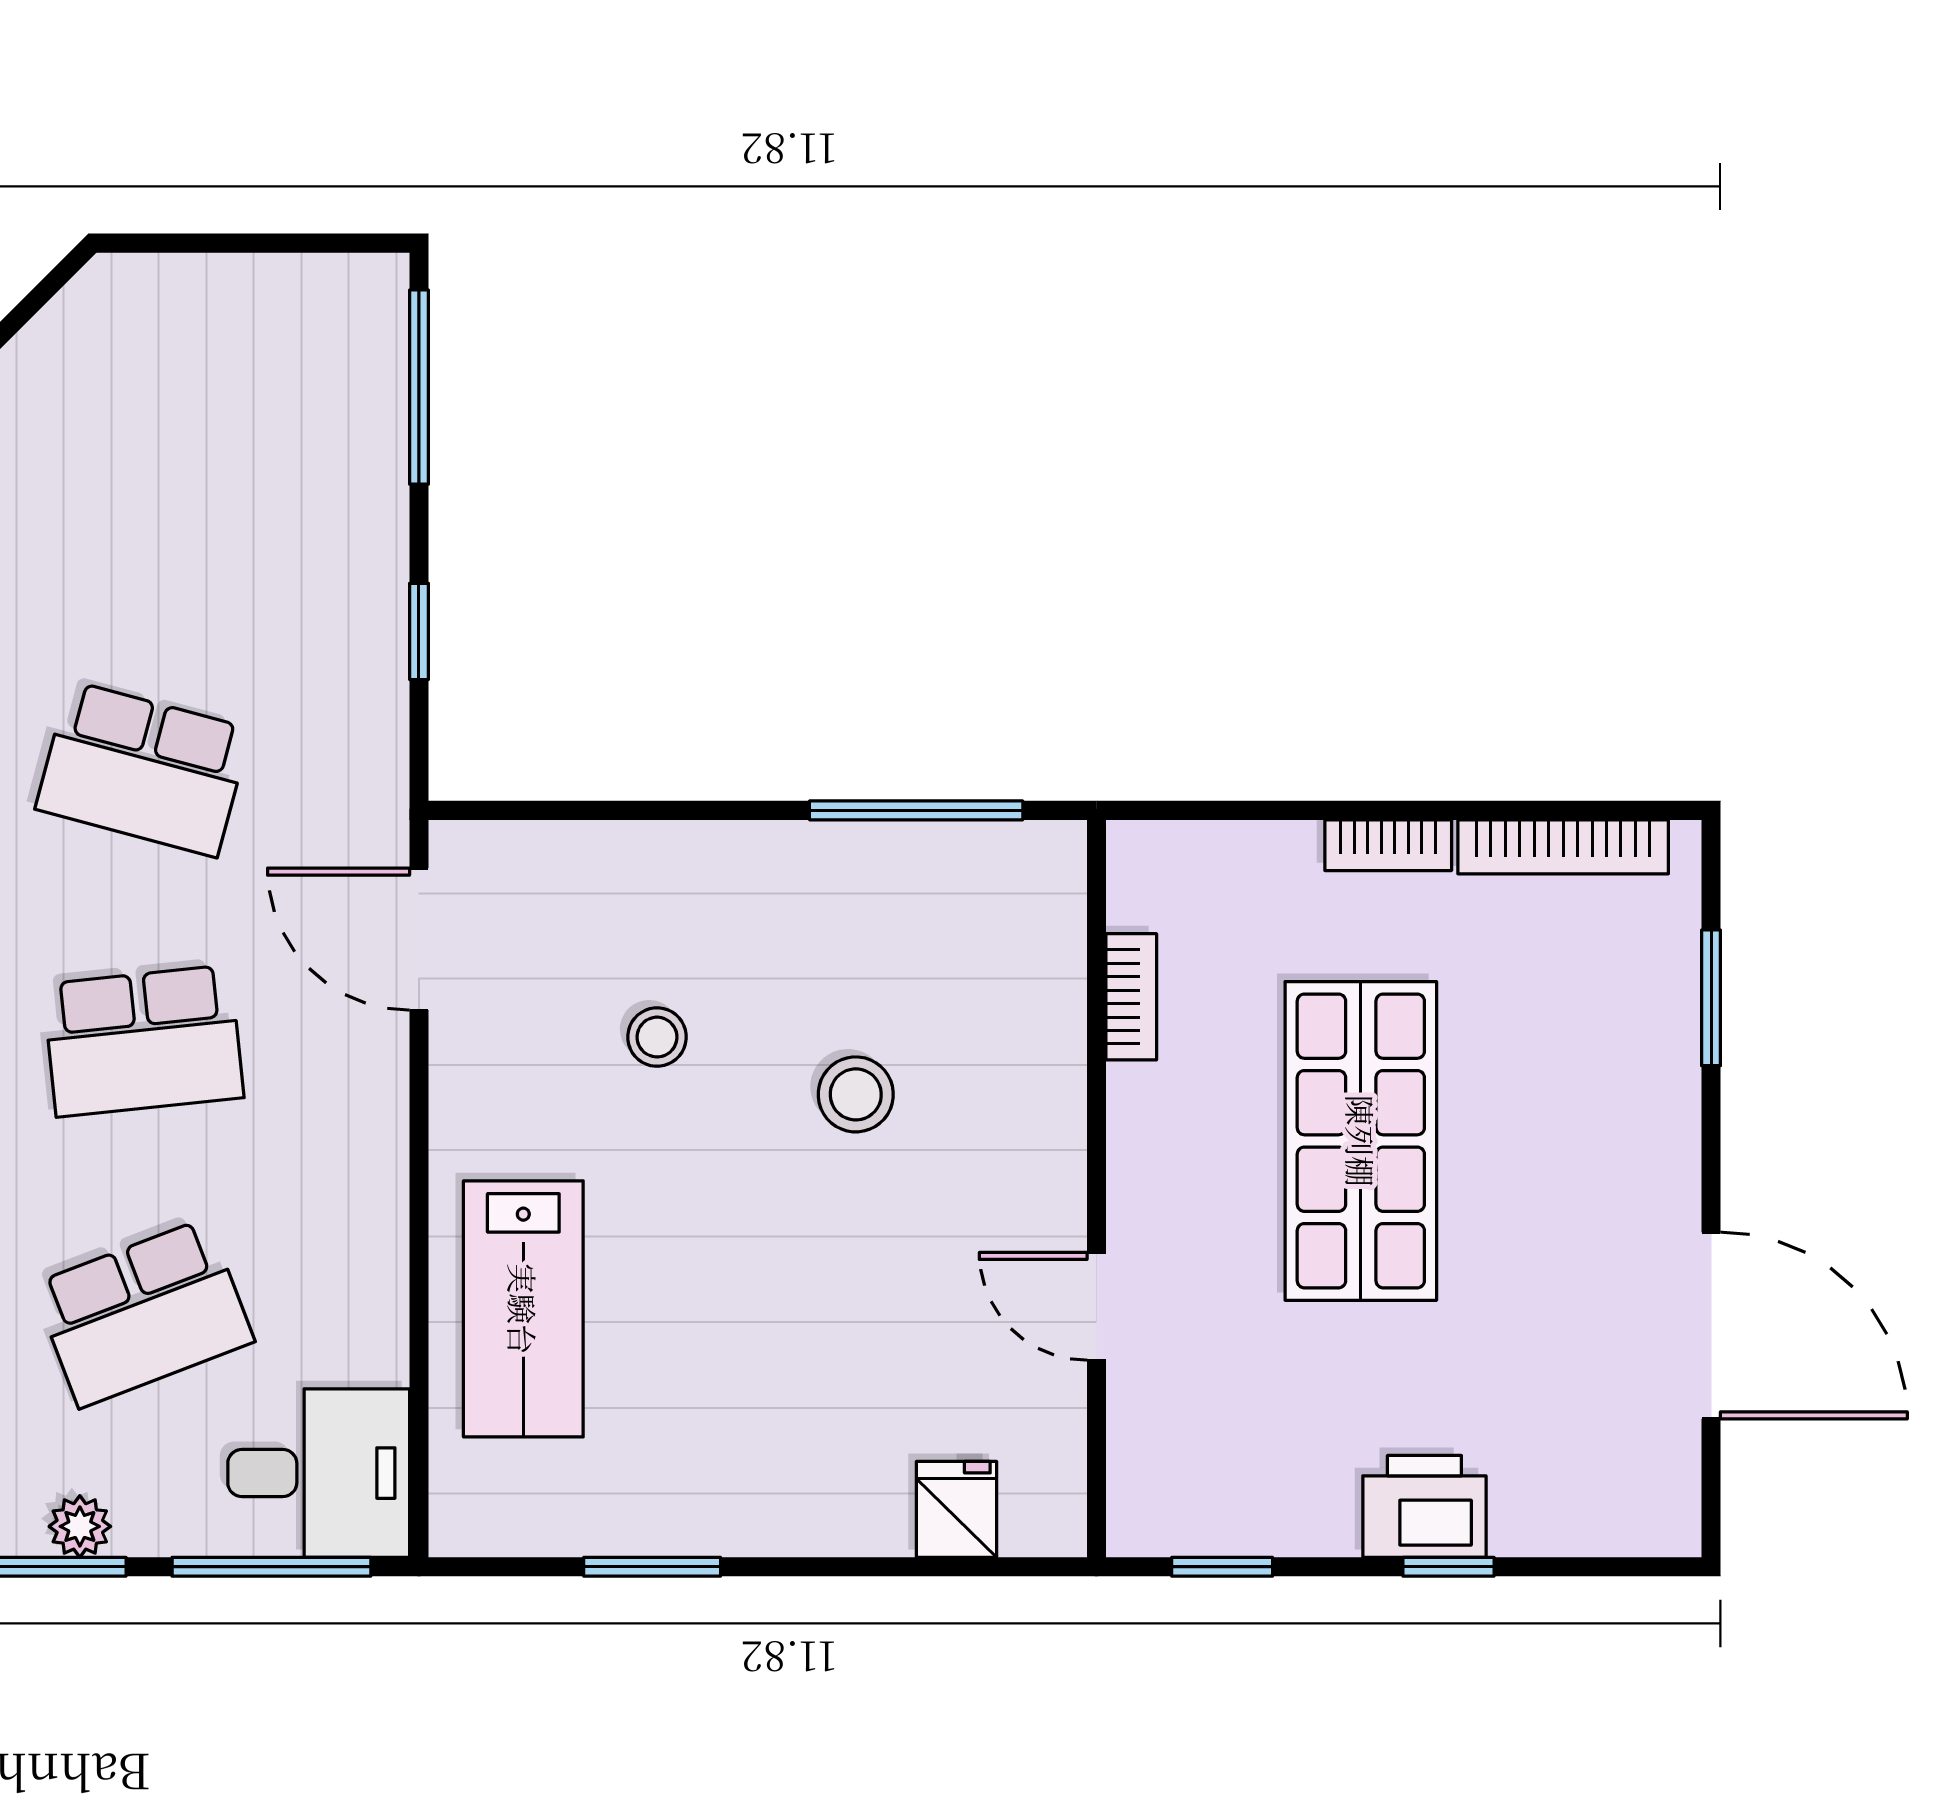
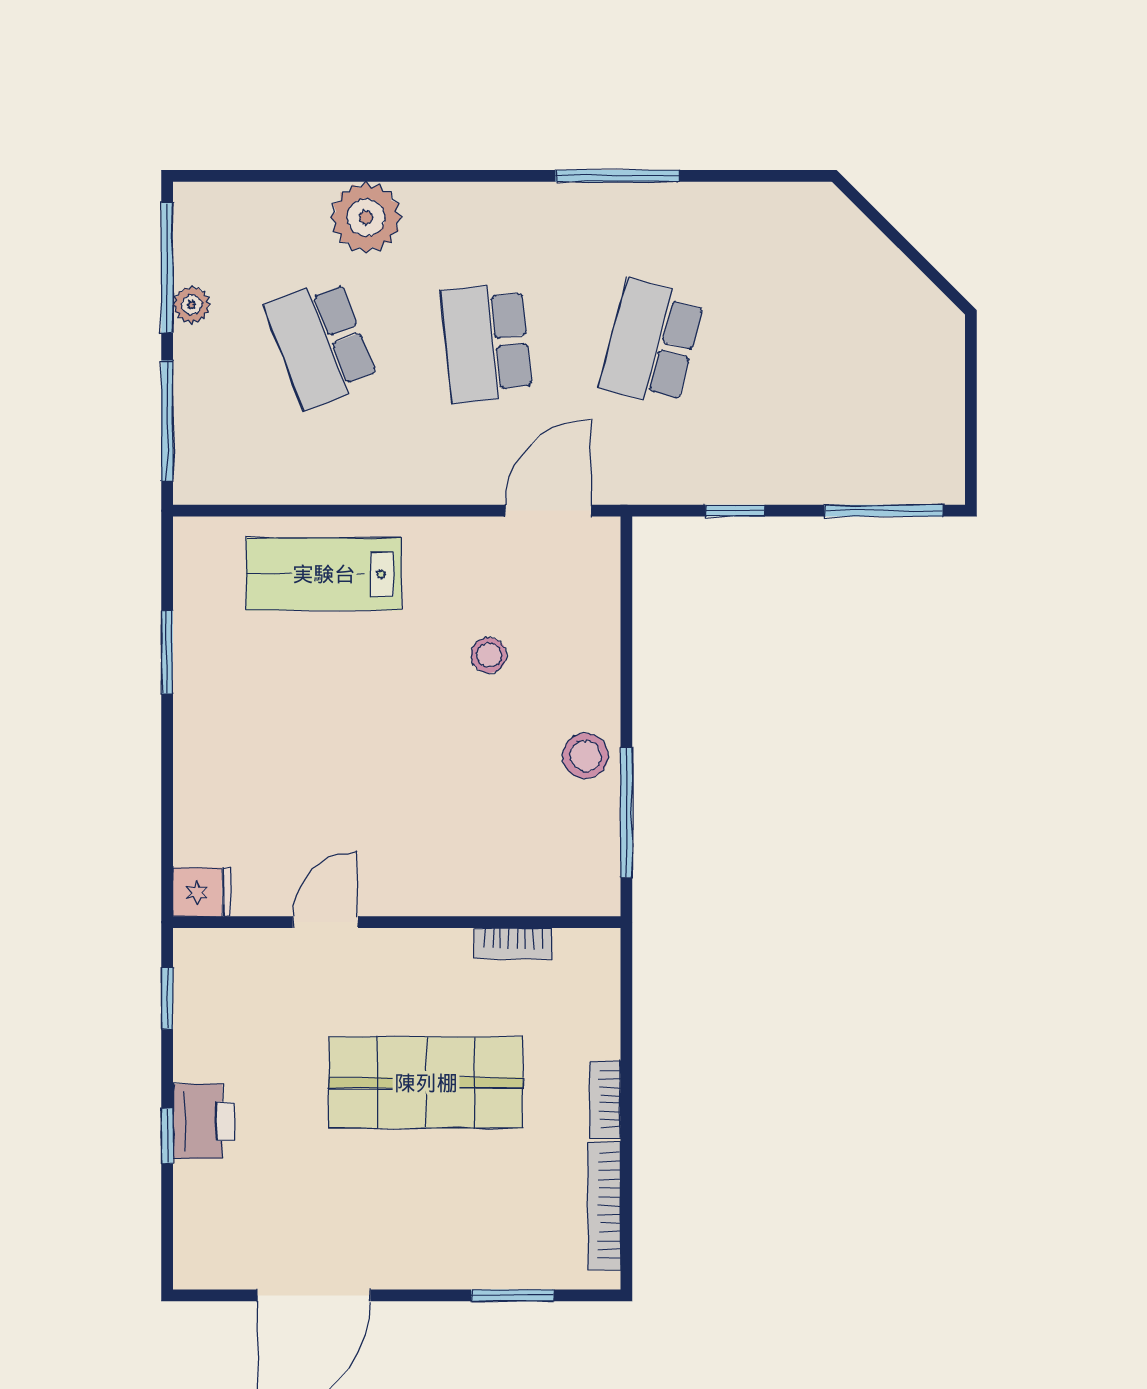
stool: (856, 1094) -> (585, 756), moved
desk: (319, 1473) -> (224, 450), removed
fridge: (956, 1509) -> (202, 892), moved

